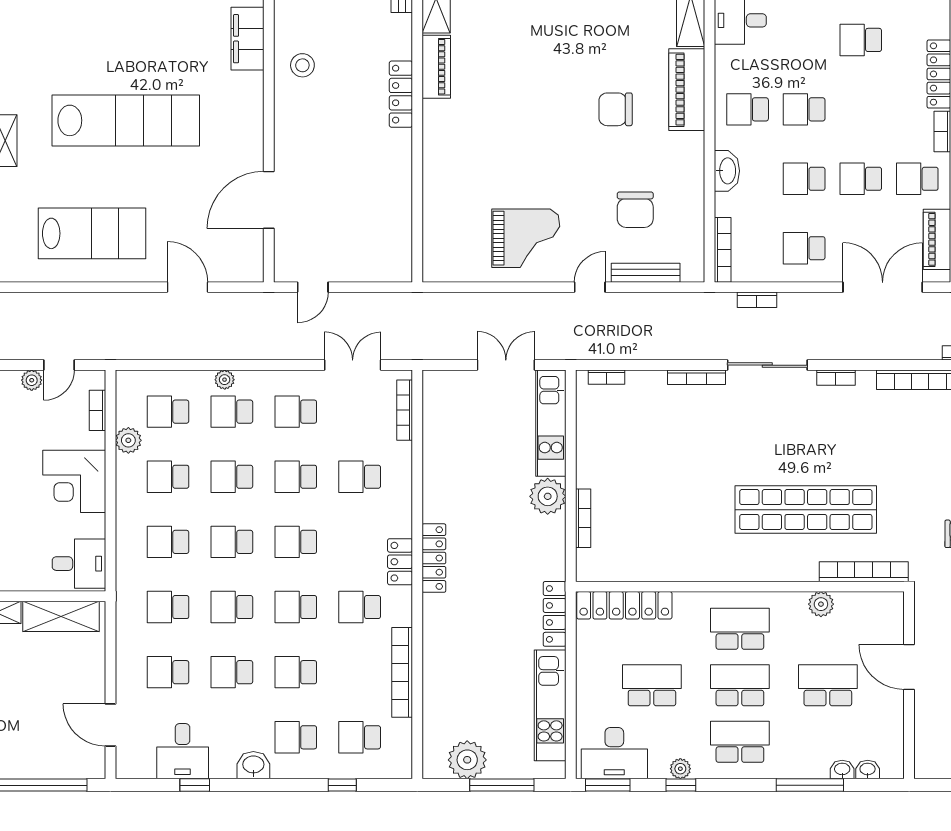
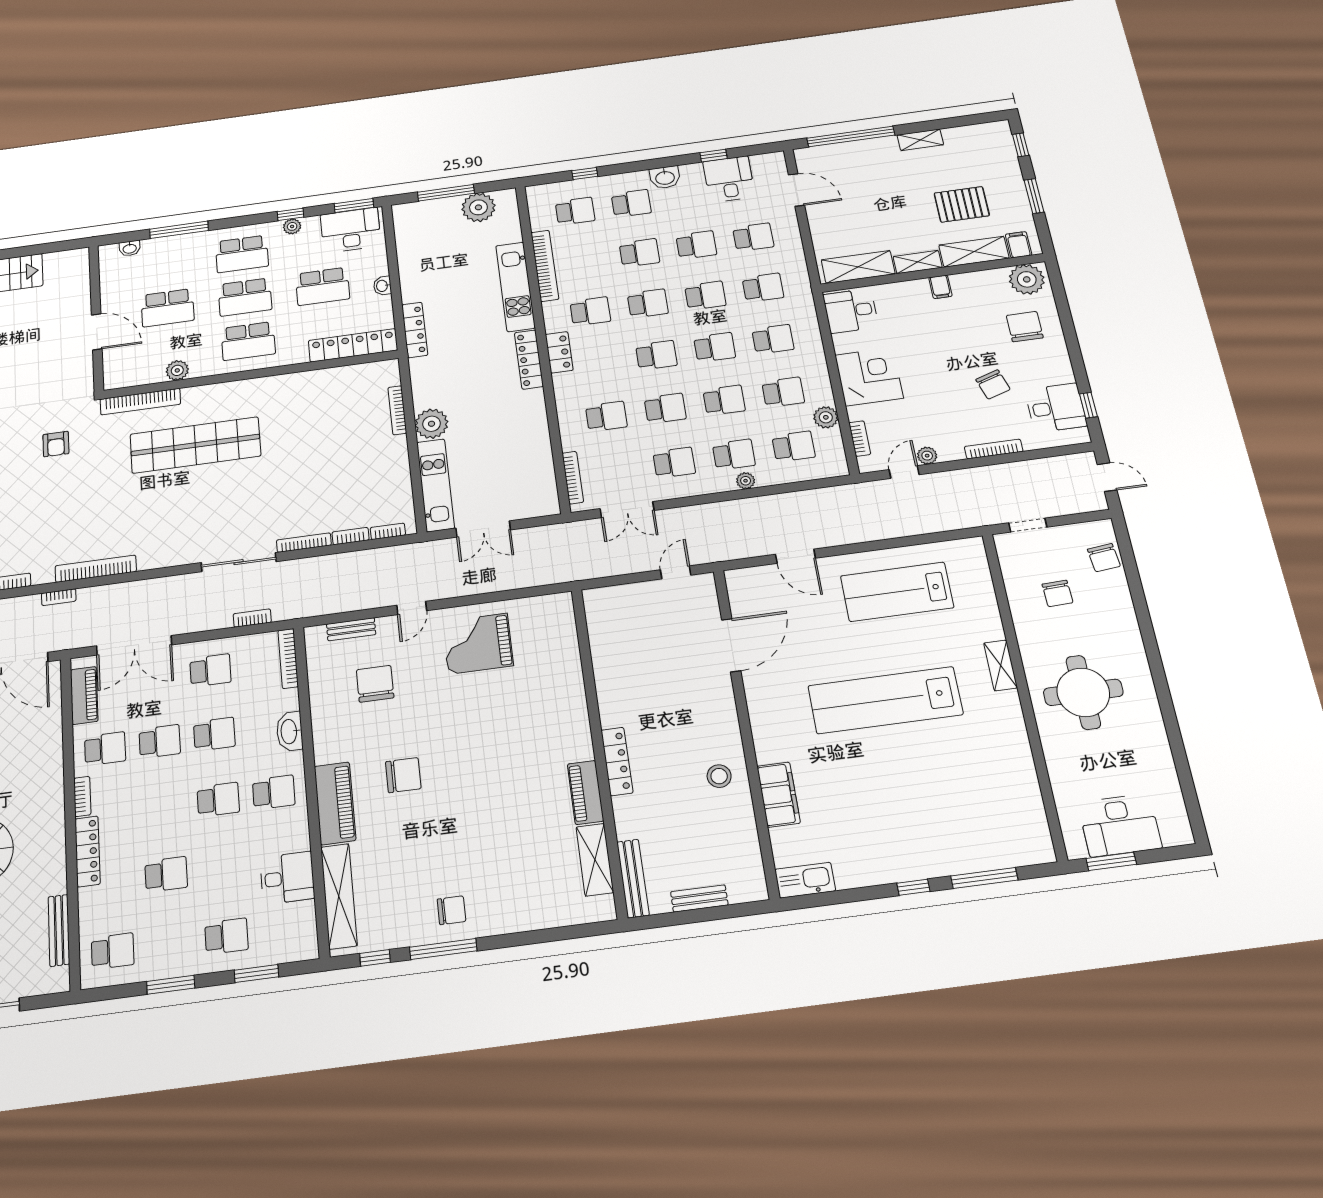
bench: (646, 273) -> (351, 629), width x0.73
bookcase: (836, 378) -> (351, 536), moved
kitchen unit: (550, 705) -> (515, 287), moved, turned 180
washbasin: (842, 770) -> (382, 286), moved, turned 90

